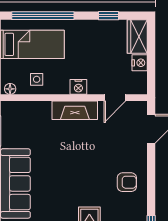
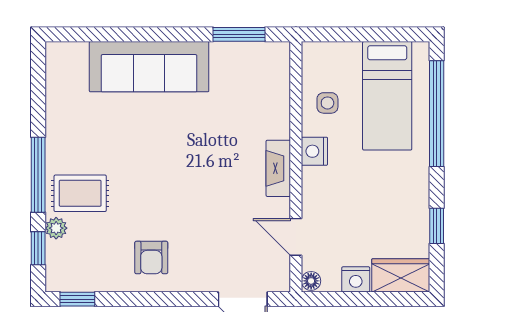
nightstand: (78, 87) -> (314, 151), moved
floor lamp: (10, 89) -> (311, 281), moved
fireplace: (75, 110) -> (278, 168), width x0.73, depth x0.76

